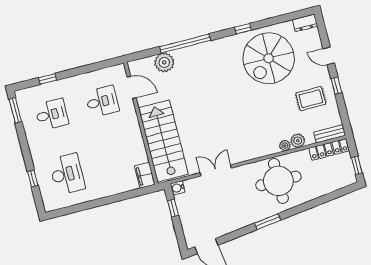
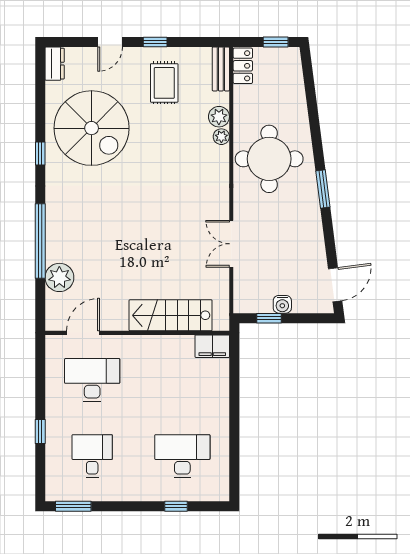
window: (48, 79) -> (40, 431), moved
desk: (102, 101) -> (92, 380), width x1.37
stairs: (163, 141) -> (171, 315), width x0.73, depth x0.66
locker: (329, 149) -> (243, 66), width x0.66
water cooler: (178, 188) -> (282, 304), moved

